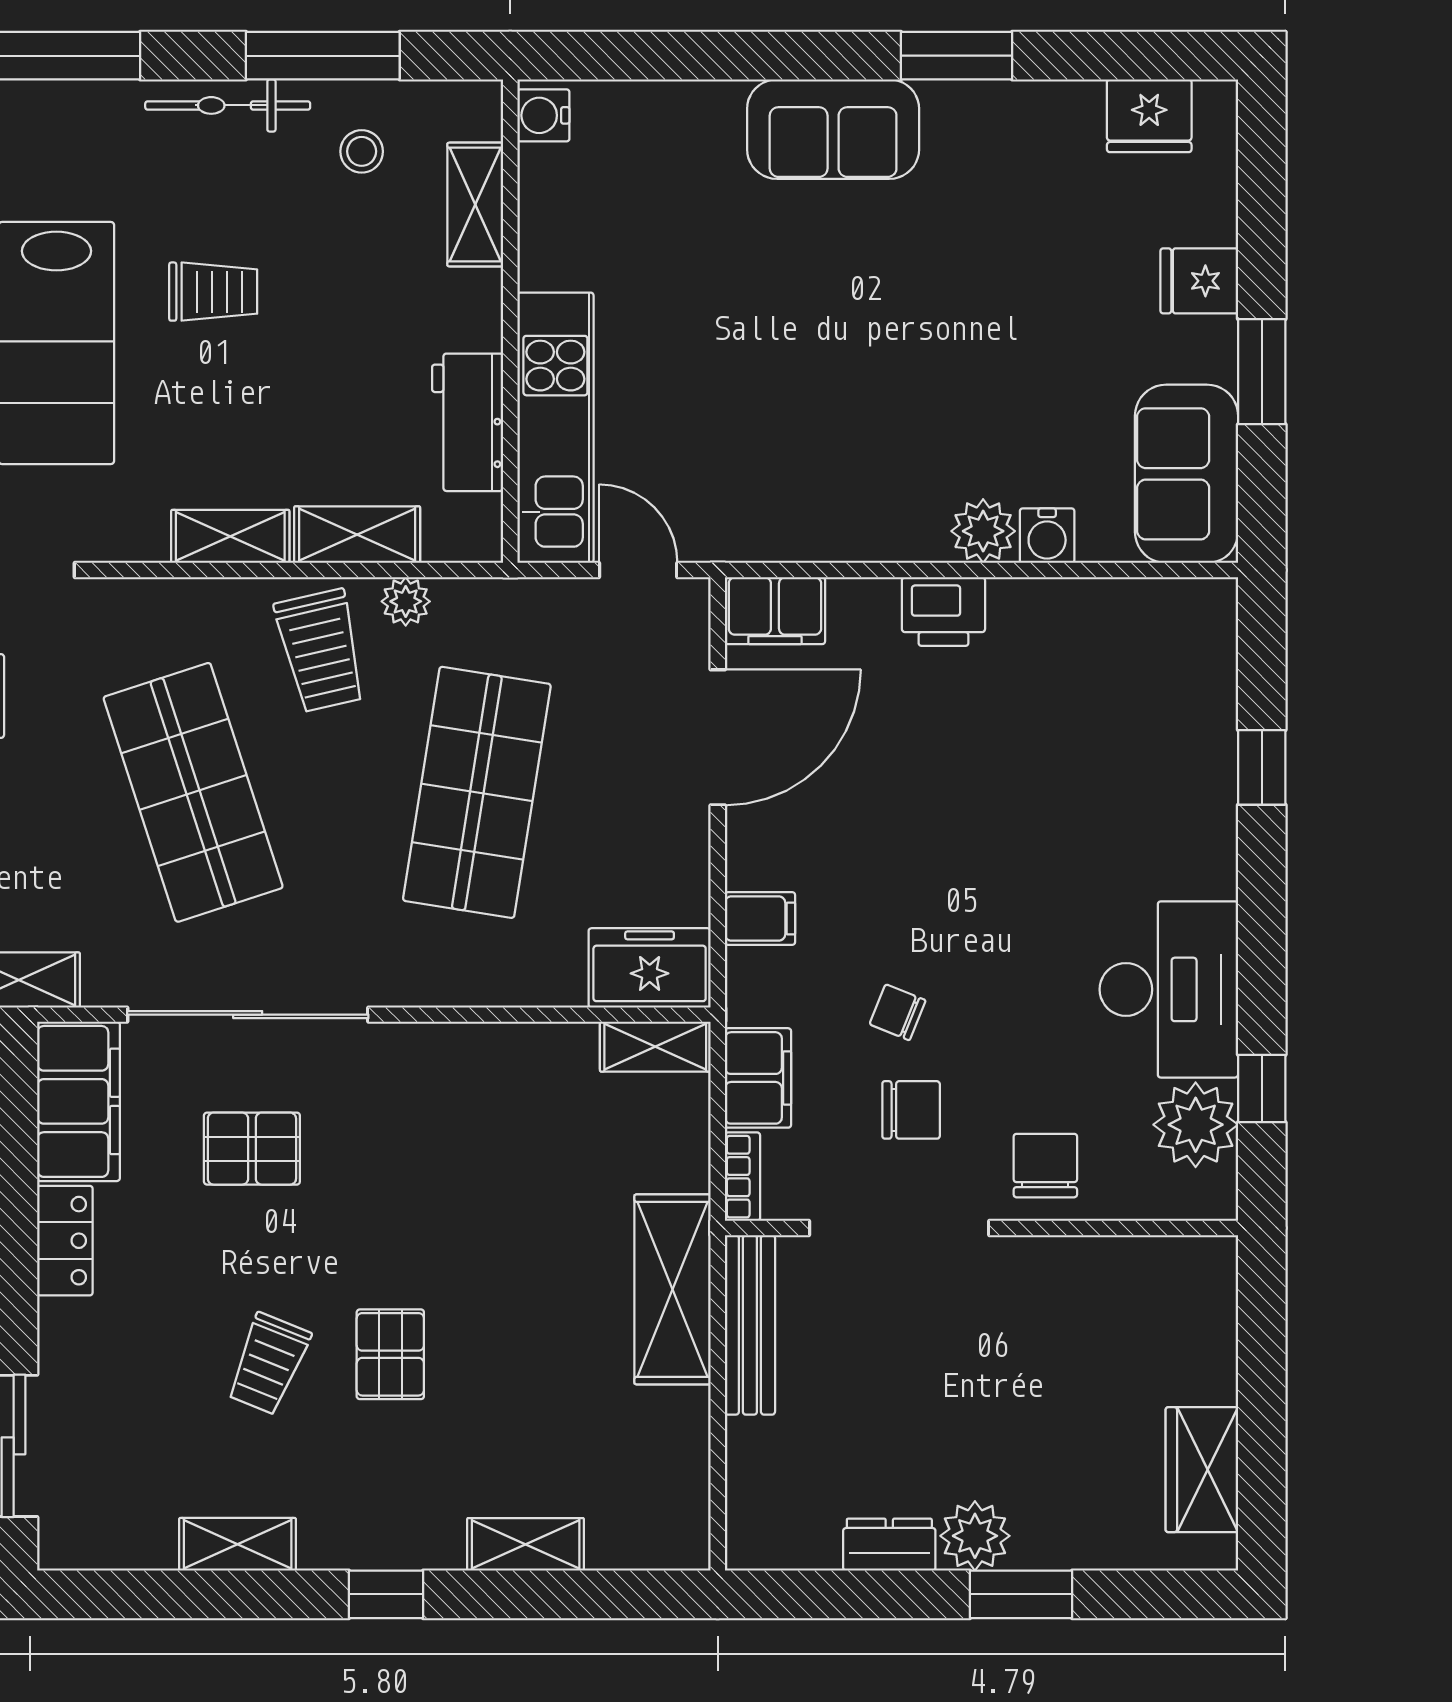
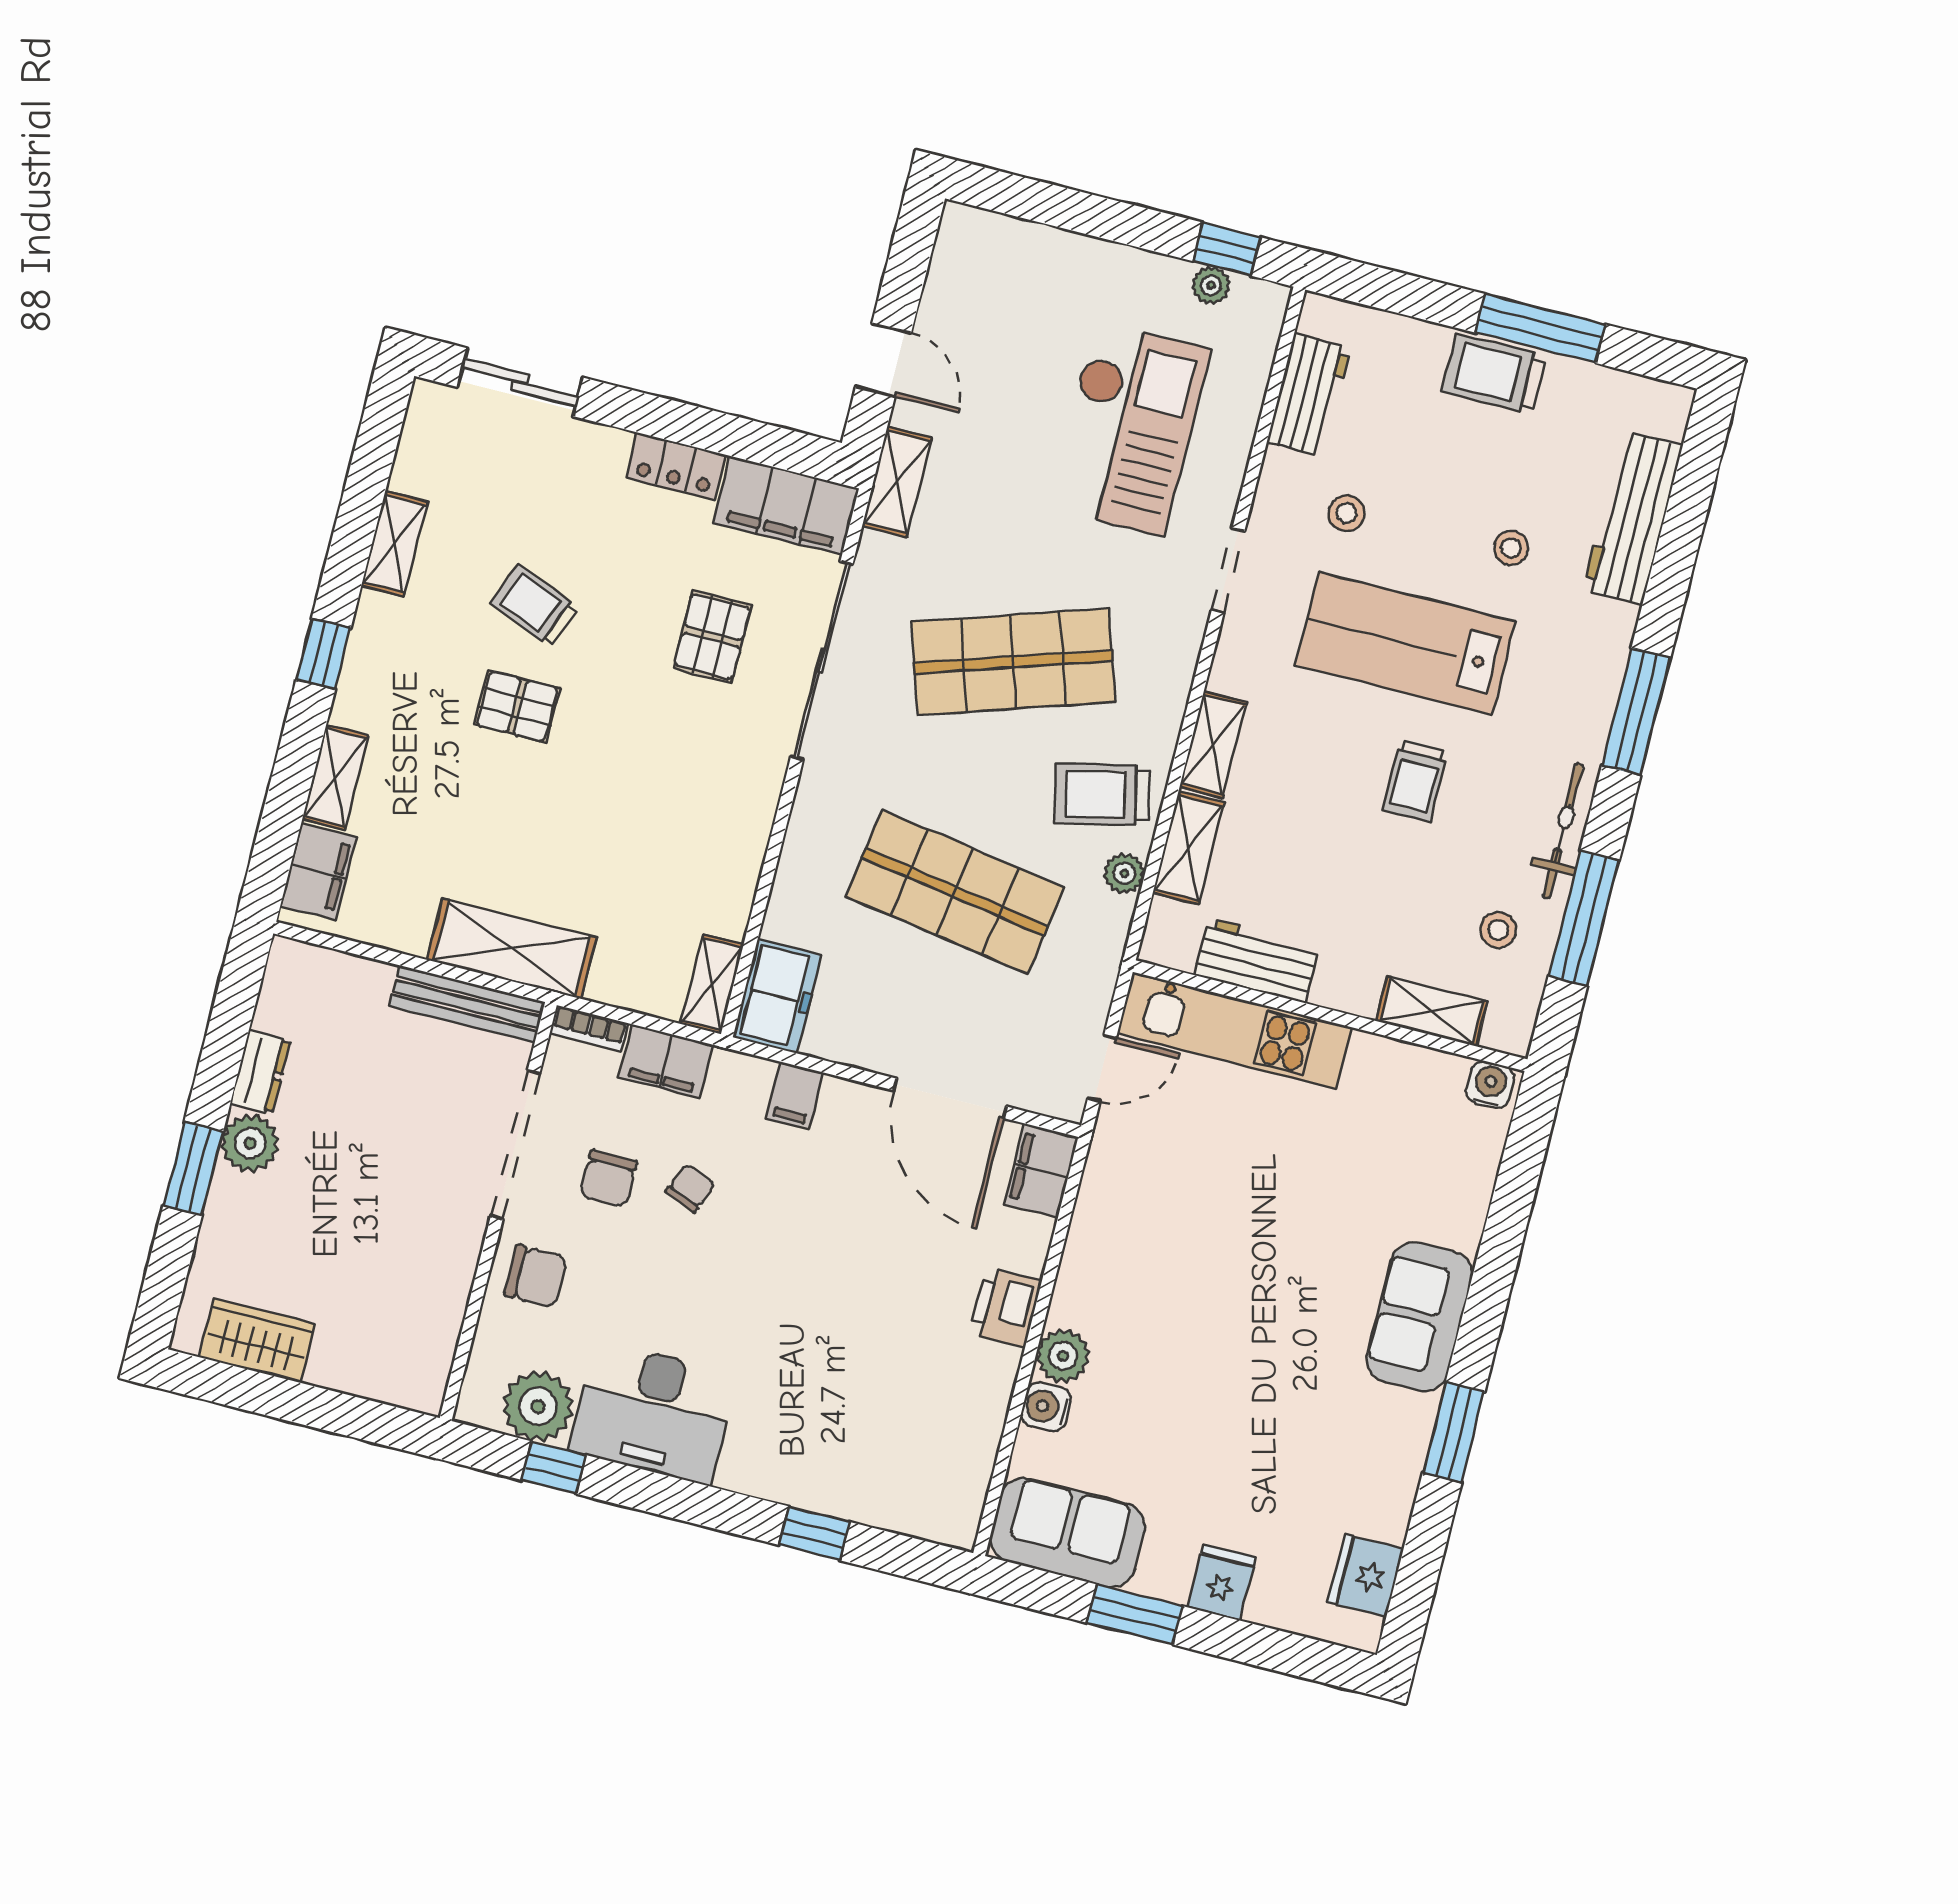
filing cabinet: (640, 1536) -> (318, 872), added

